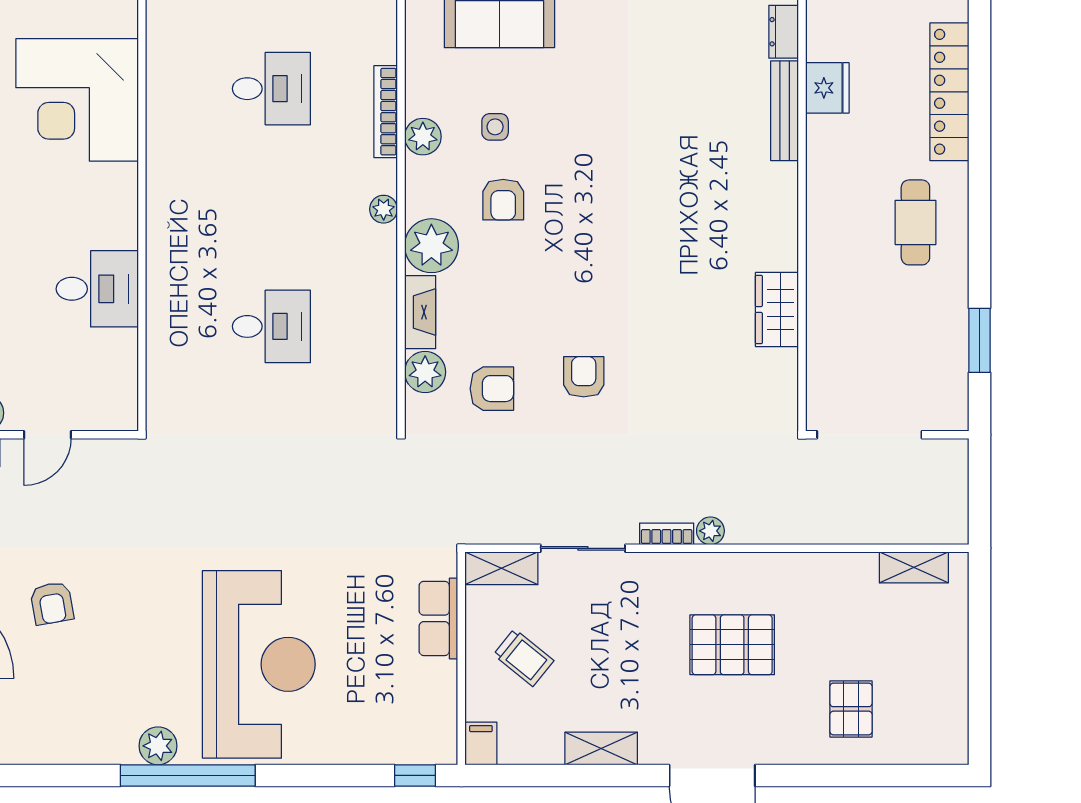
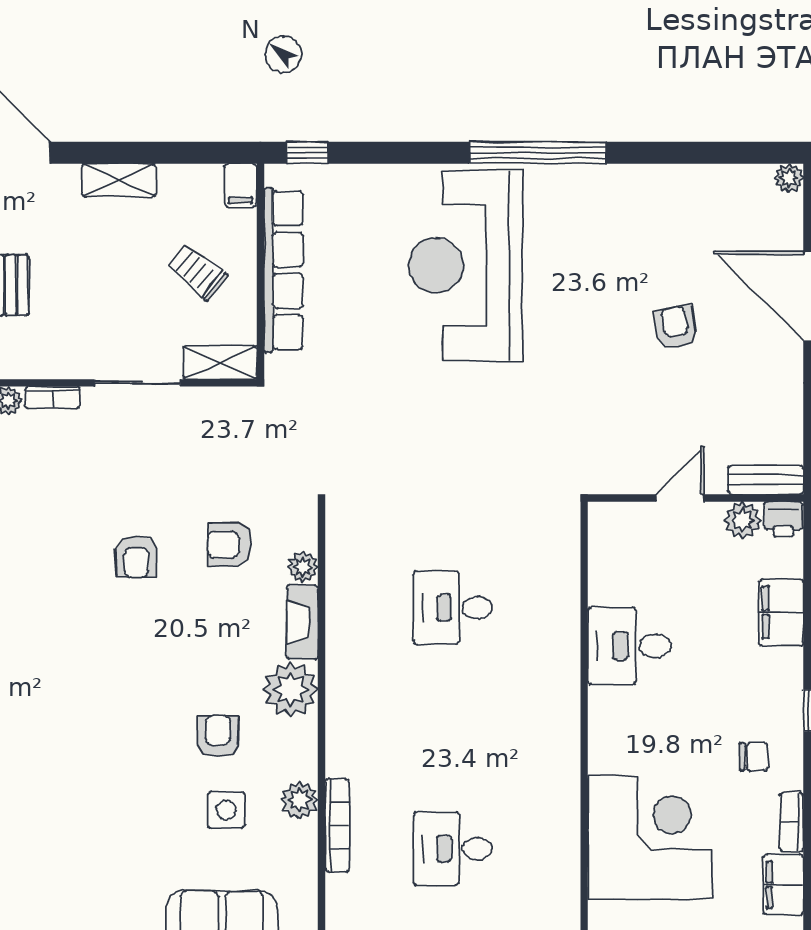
side table: (495, 127) -> (226, 810), width x1.37, depth x1.37
plant: (384, 209) -> (339, 726), removed
plant: (425, 372) -> (303, 567), width x0.73, depth x0.73
row of seats: (438, 618) -> (284, 270), width x2.02
plant: (158, 746) -> (568, 183), removed

